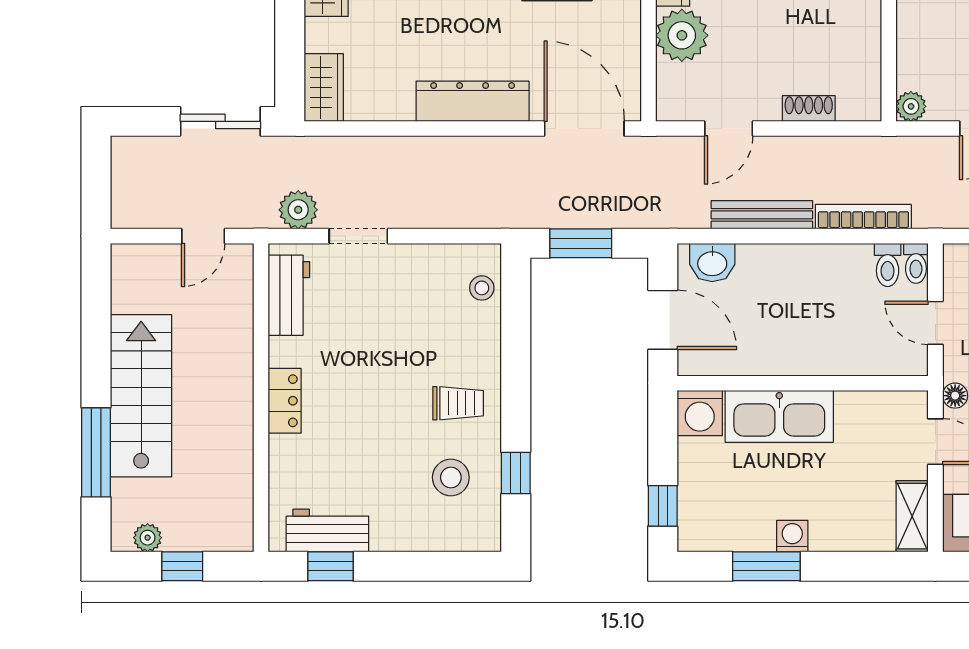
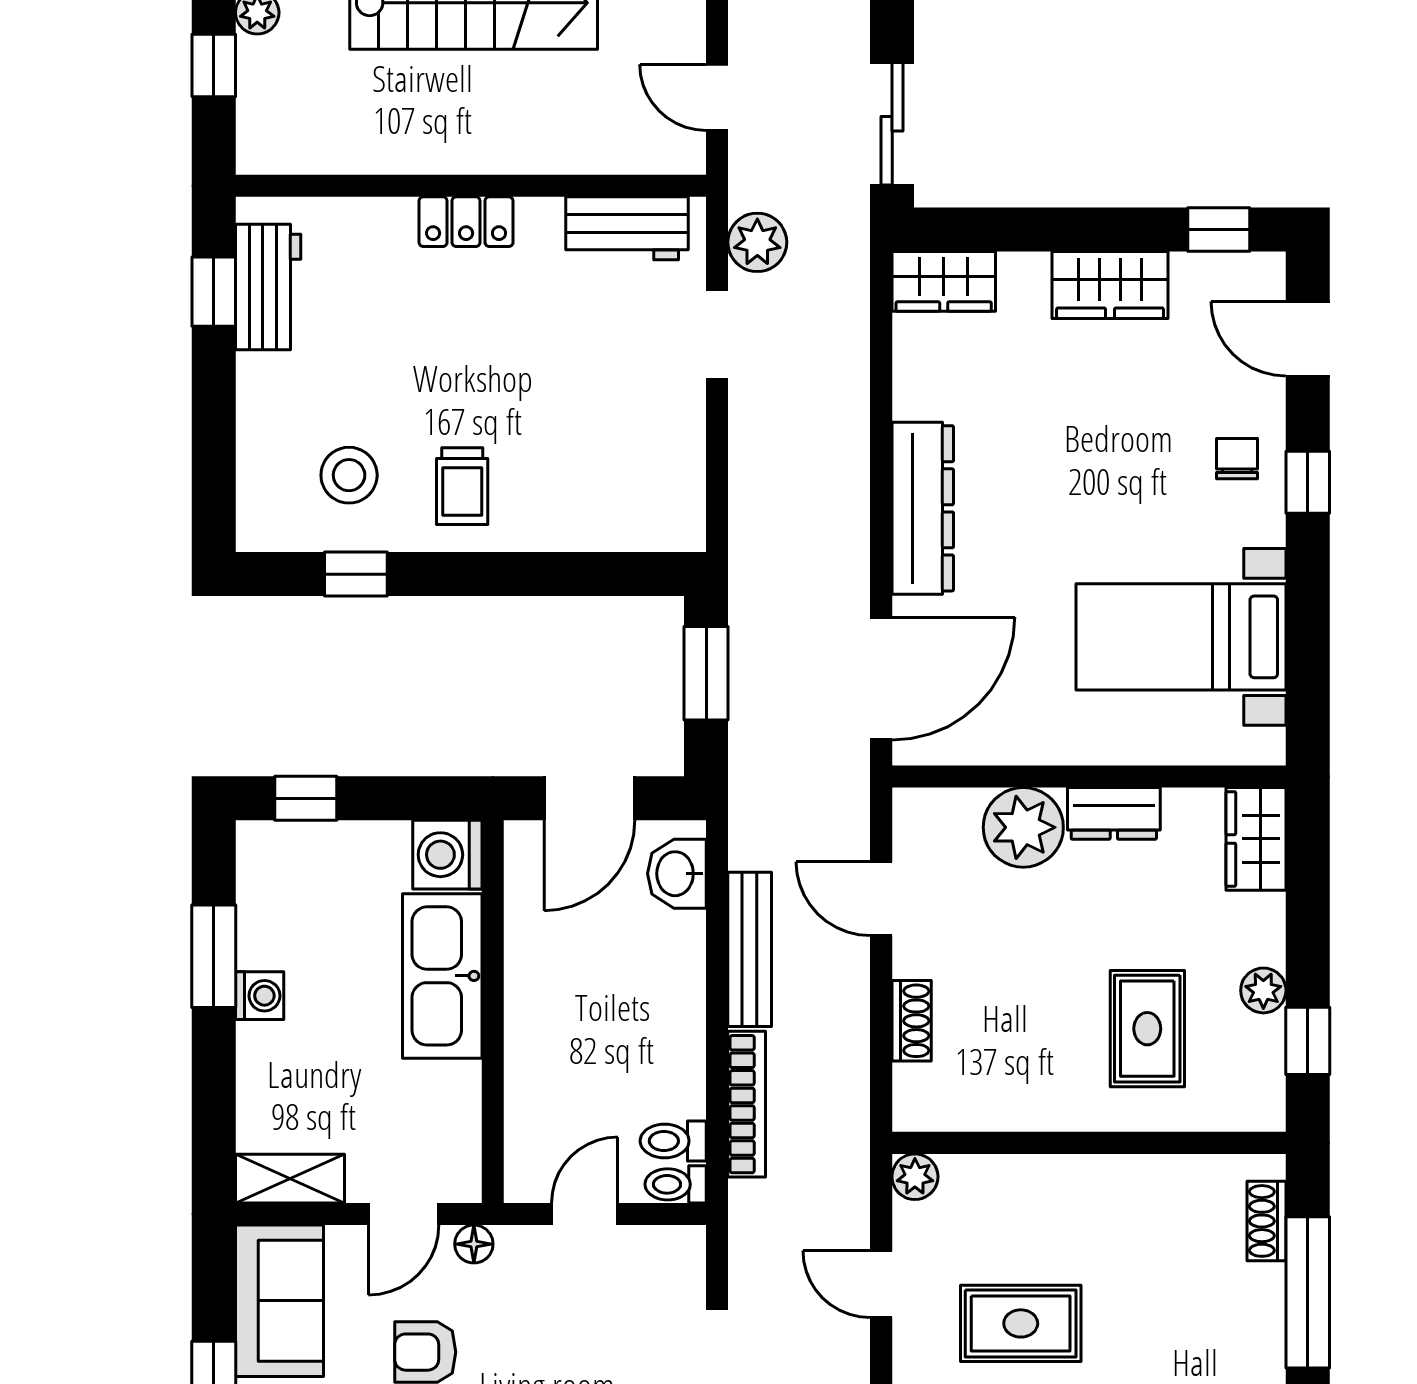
stool: (482, 288) -> (638, 522), removed

